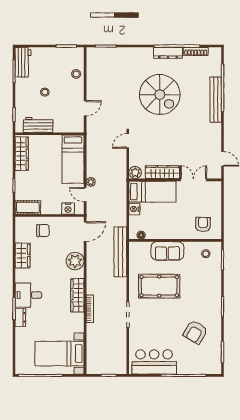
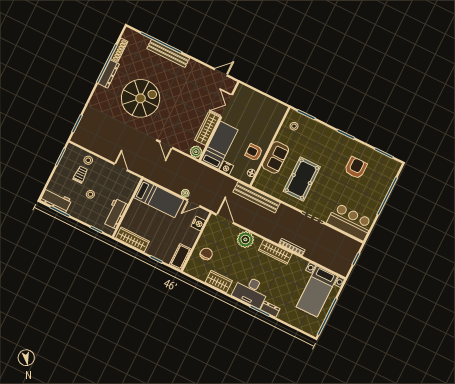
trolley: (59, 73) -> (80, 175), added
armchair: (203, 224) -> (254, 152), moved
desk: (28, 295) -> (251, 291), width x1.37
armchair: (195, 332) -> (356, 168), turned -120
bar counter: (154, 362) -> (350, 222), moved, turned 90

